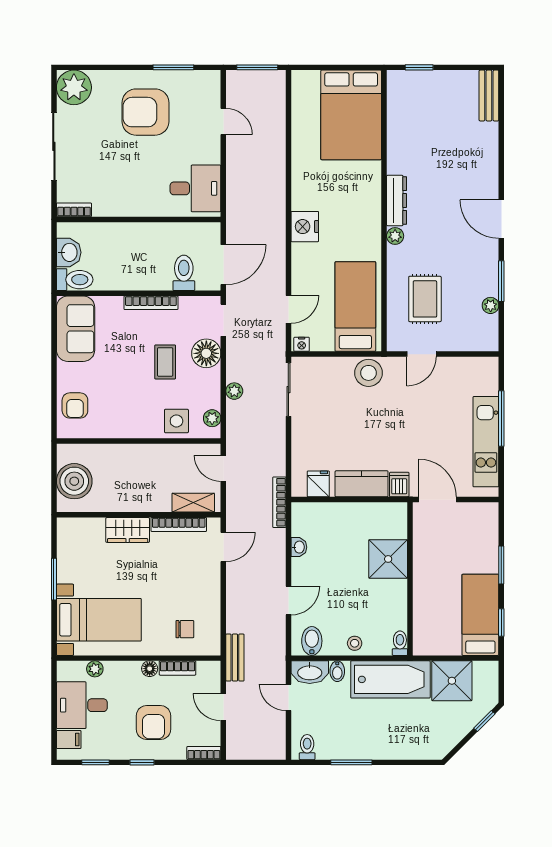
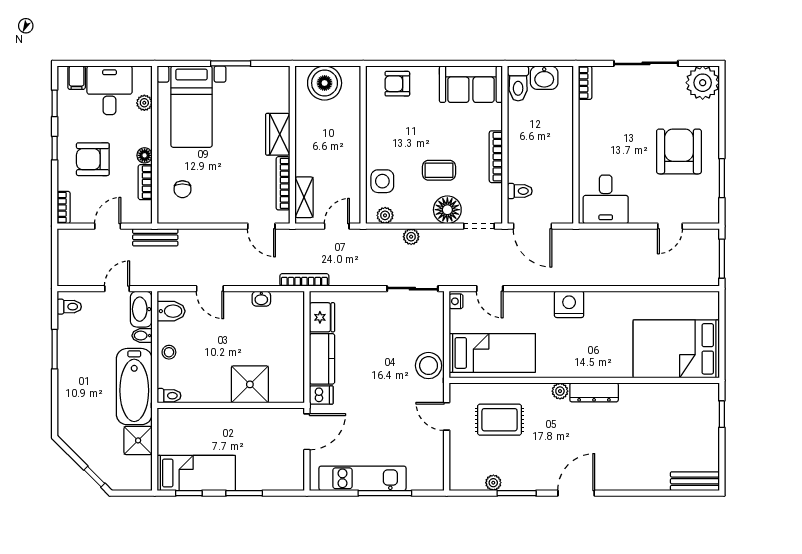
toilet: (184, 273) -> (520, 191), width x0.73, depth x0.72
fridge: (318, 484) -> (322, 317), width x1.38
shower: (452, 681) -> (138, 440), width x0.73, depth x0.73

